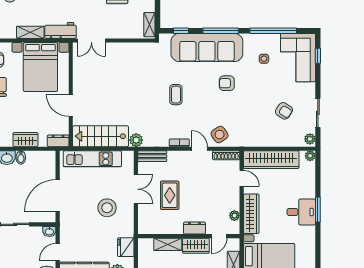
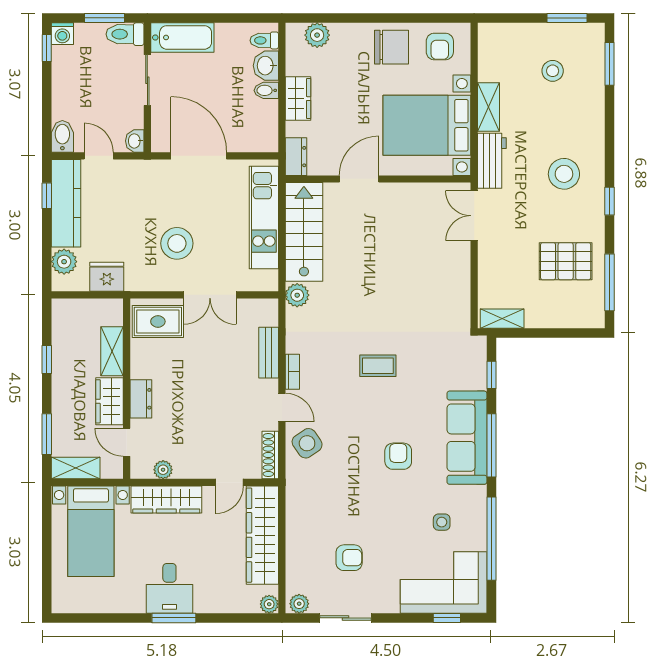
sofa: (207, 48) -> (467, 438), width x0.74, depth x0.79
armchair: (284, 111) -> (349, 558), turned -123
door: (199, 149) -> (282, 407), hinge flipped
bench: (152, 156) -> (269, 353), moved
rug: (170, 195) -> (158, 321), moved

